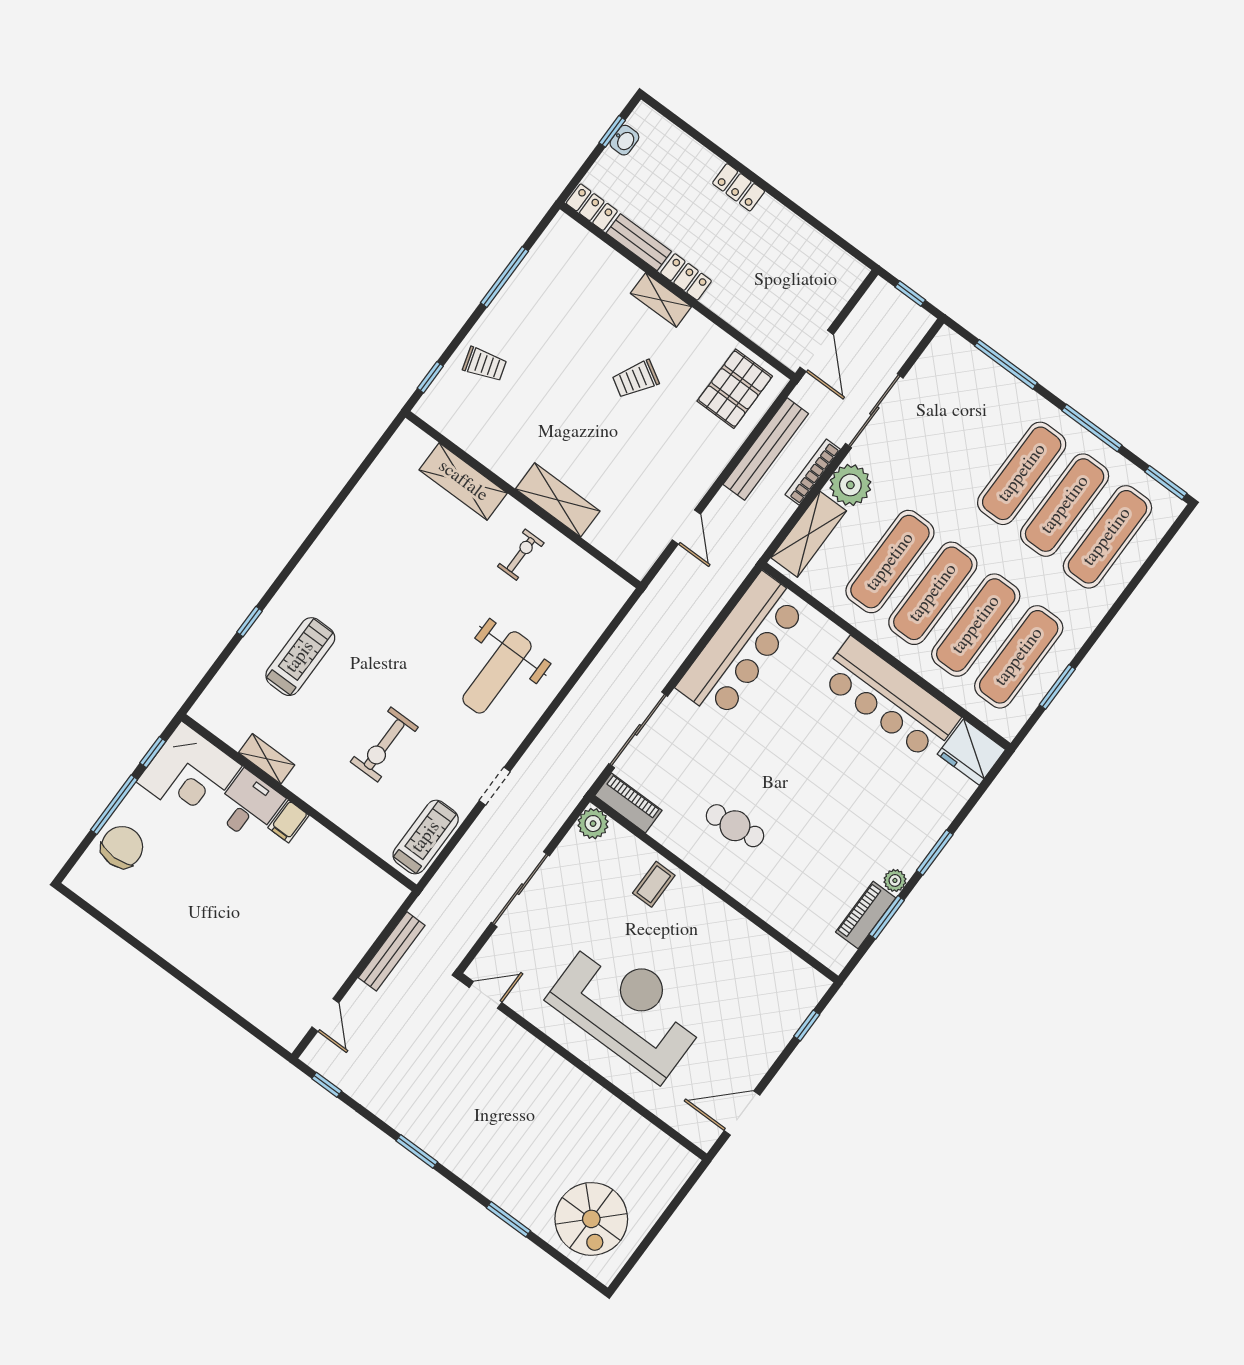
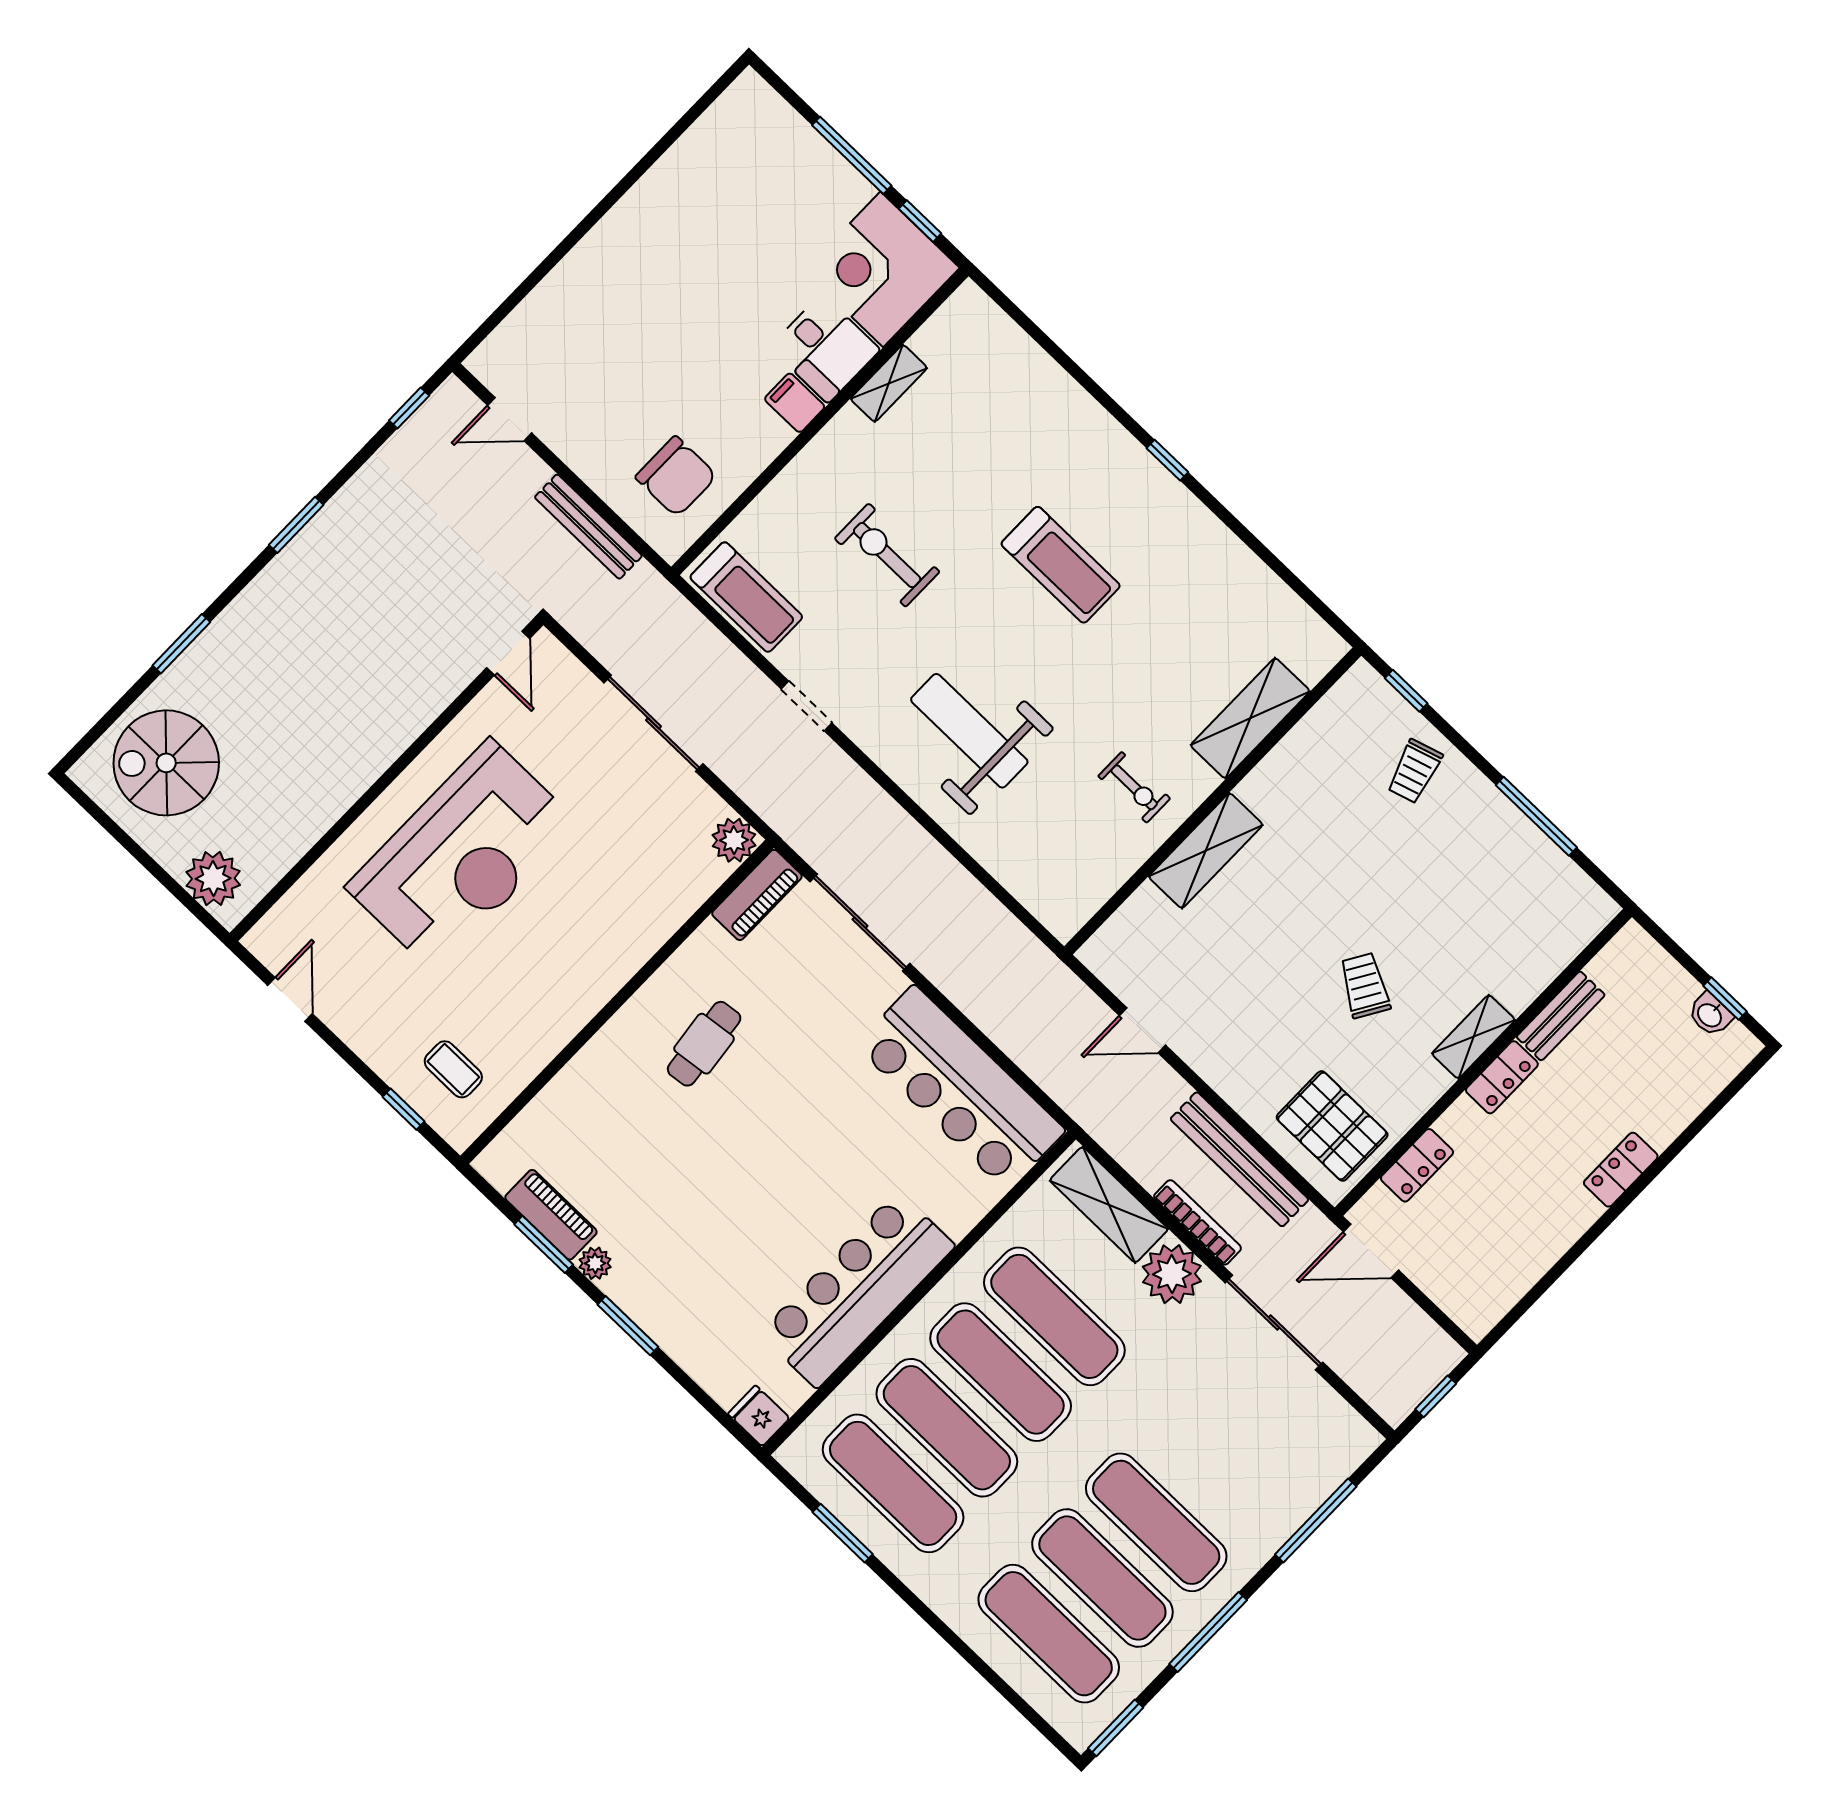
locker: (592, 207) -> (1417, 1165), moved
window: (249, 622) -> (1167, 460), moved
treadmill: (300, 657) -> (1061, 565), moved
fridge: (971, 752) -> (759, 1416), width x0.53, depth x0.75
chair: (122, 847) -> (676, 476), moved
coffee table: (654, 884) -> (453, 1069), moved
door: (742, 1113) -> (290, 1000), width x0.73
plant: (666, 1176) -> (213, 878), added

